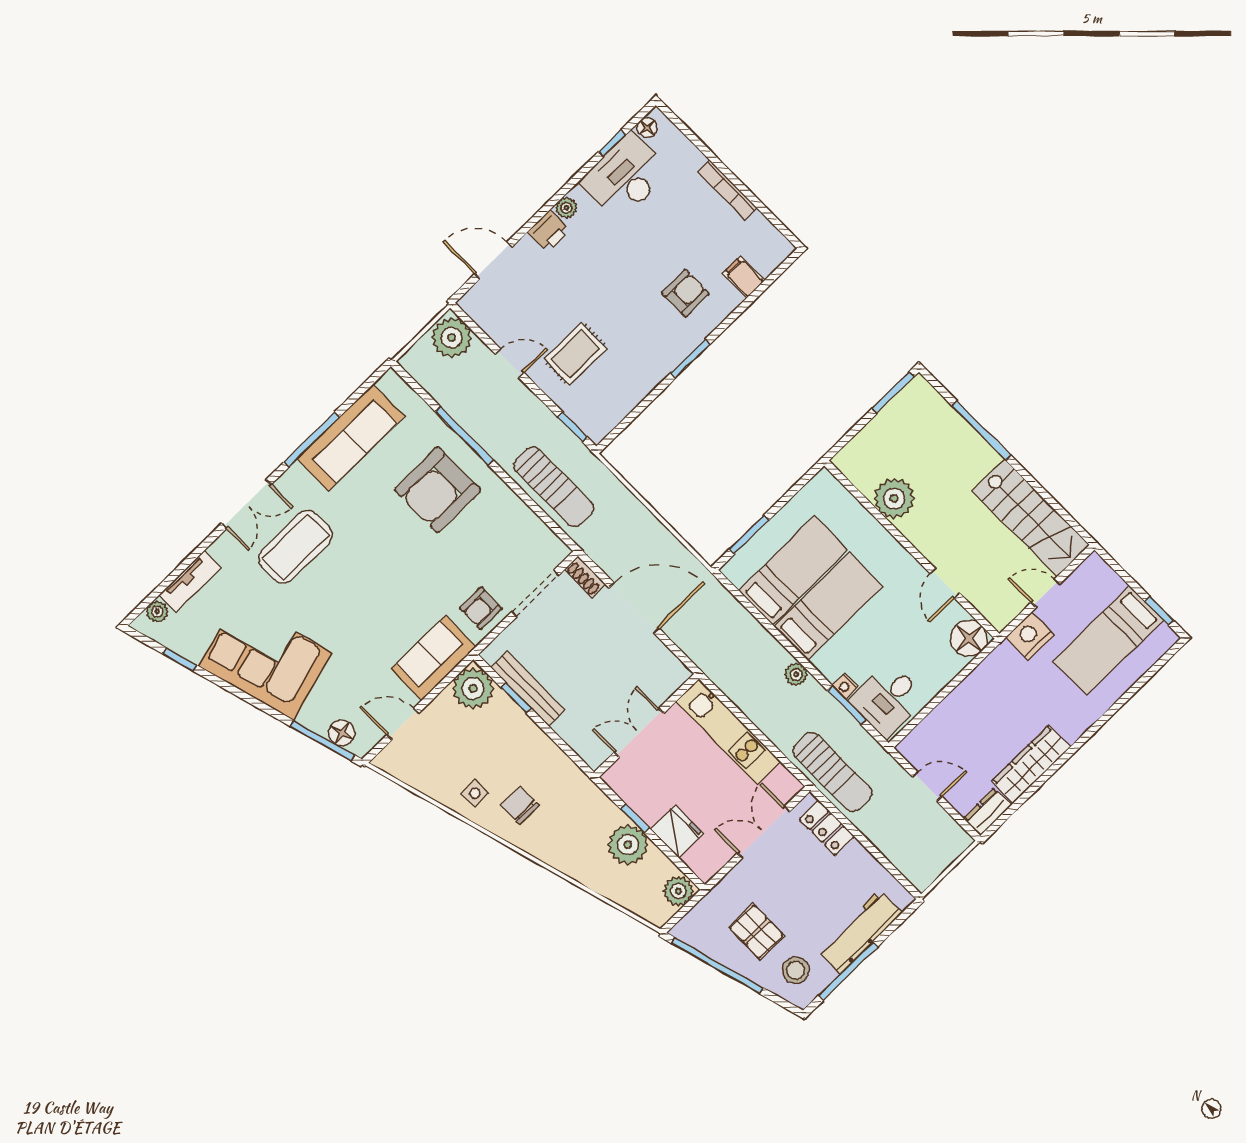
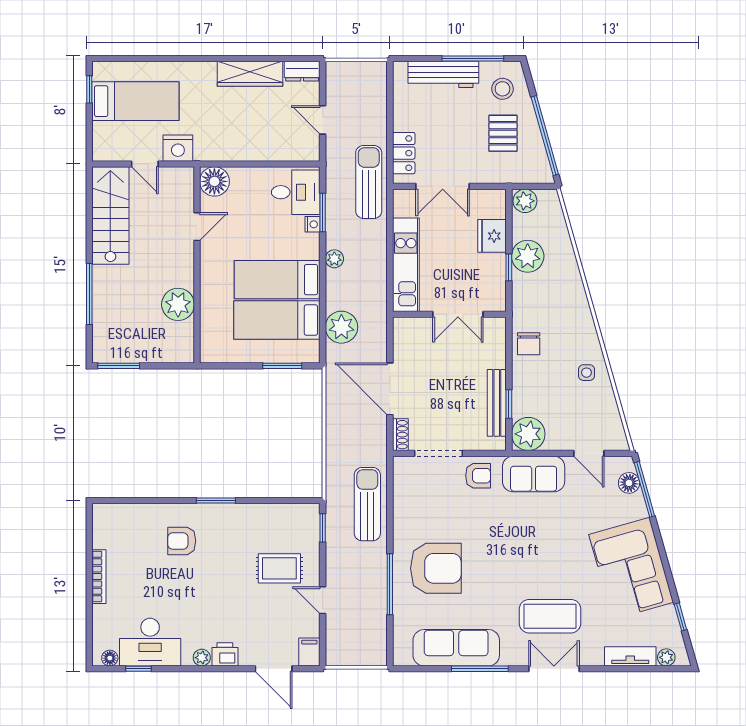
filing cabinet: (744, 277) -> (309, 652), moved, turned 180
plant: (452, 338) -> (341, 327), moved
chair: (520, 805) -> (529, 344), moved

